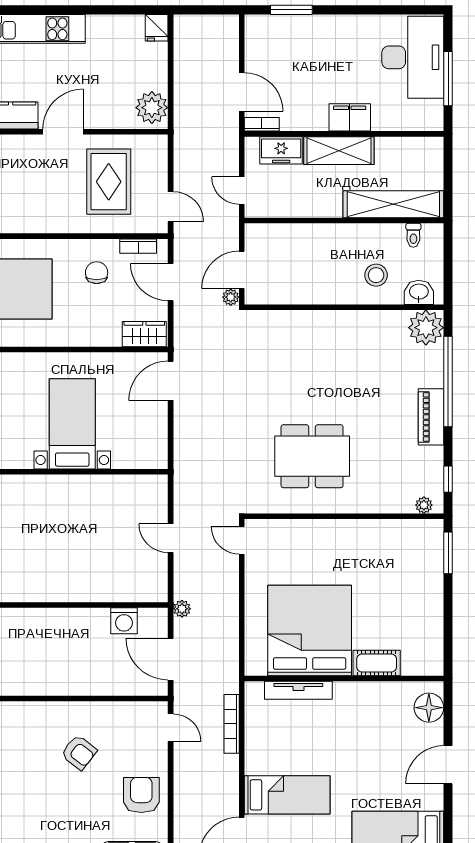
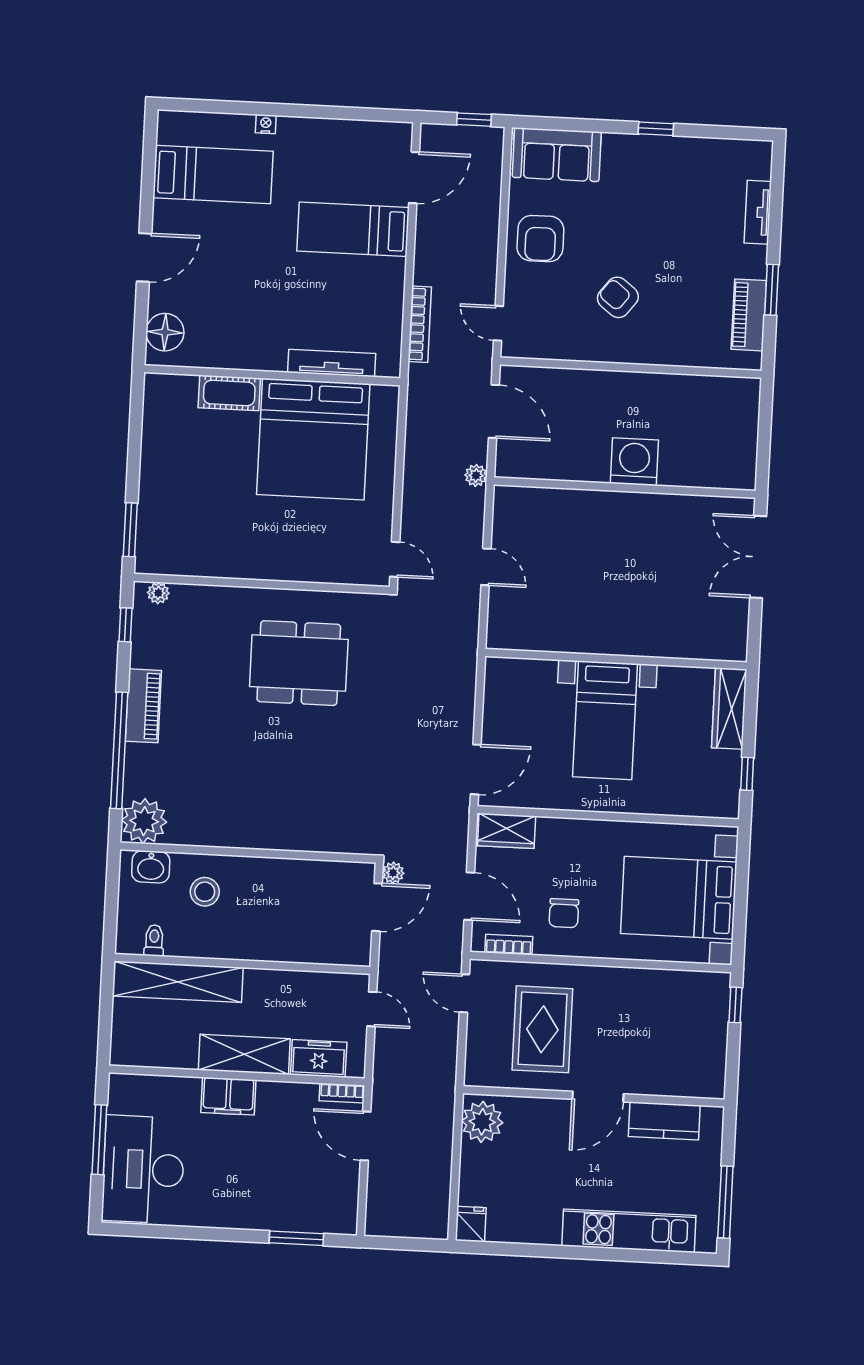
washing machine: (124, 621) -> (634, 462), moved, width x1.37, depth x1.37

